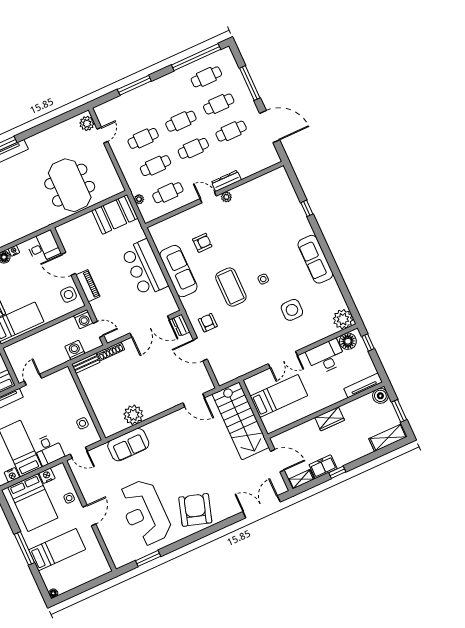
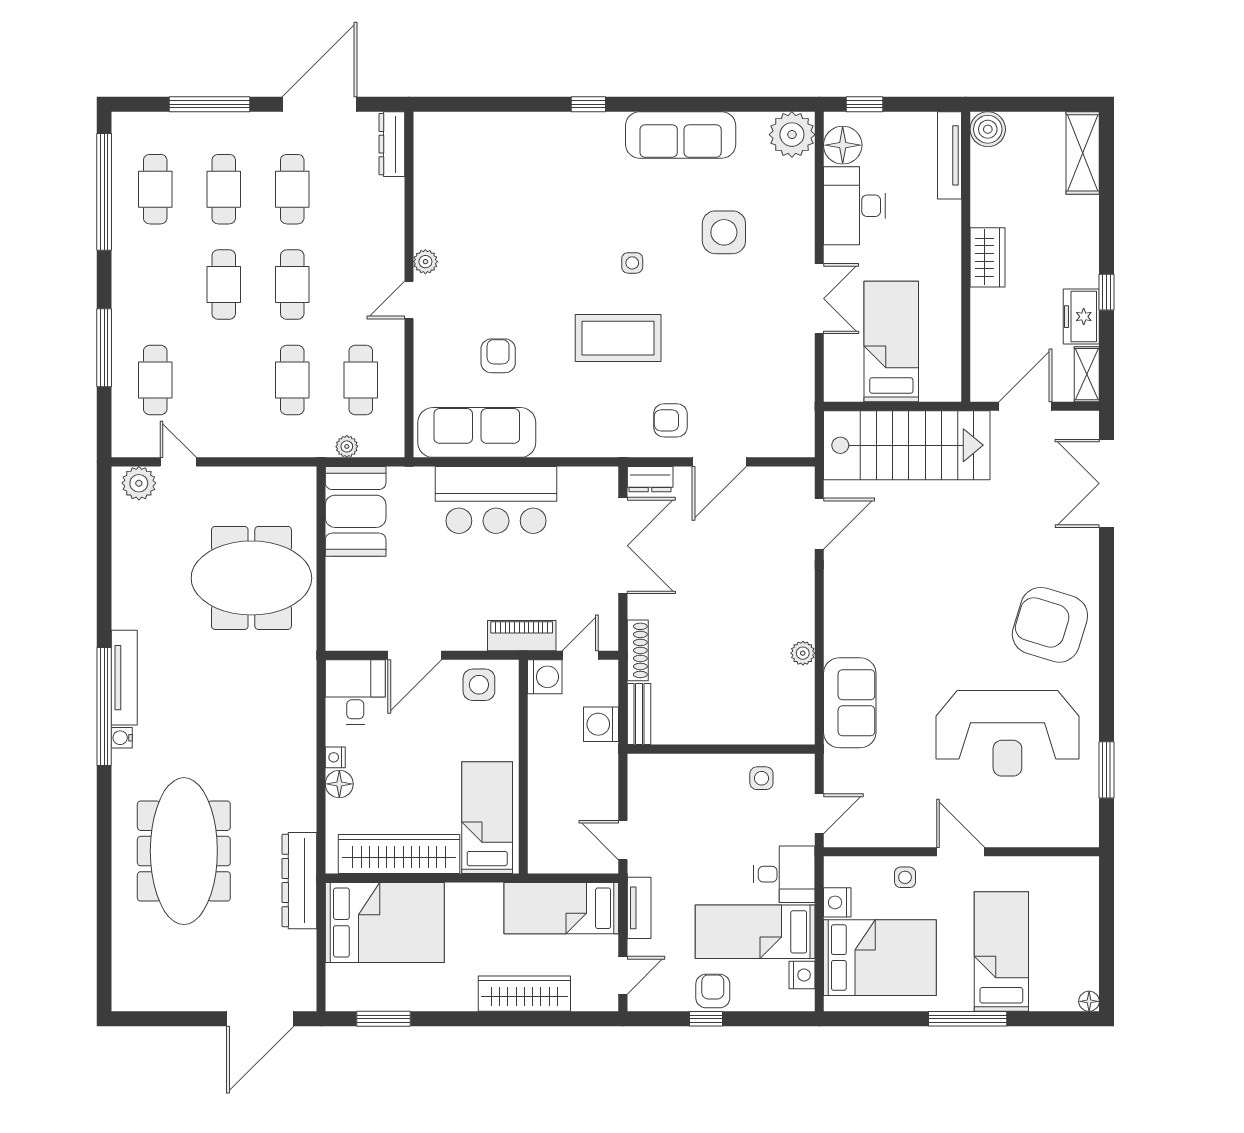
cafe table: (143, 138) -> (155, 380), moved
dresser: (226, 181) -> (392, 144), moved
window: (307, 208) -> (588, 104), moved
sofa: (315, 259) -> (681, 135), moved
sofa: (178, 271) -> (477, 432), moved
piano: (88, 286) -> (522, 636), moved
window: (399, 411) -> (1037, 104), removed
plant: (133, 415) -> (803, 653), width x0.53, depth x0.53

